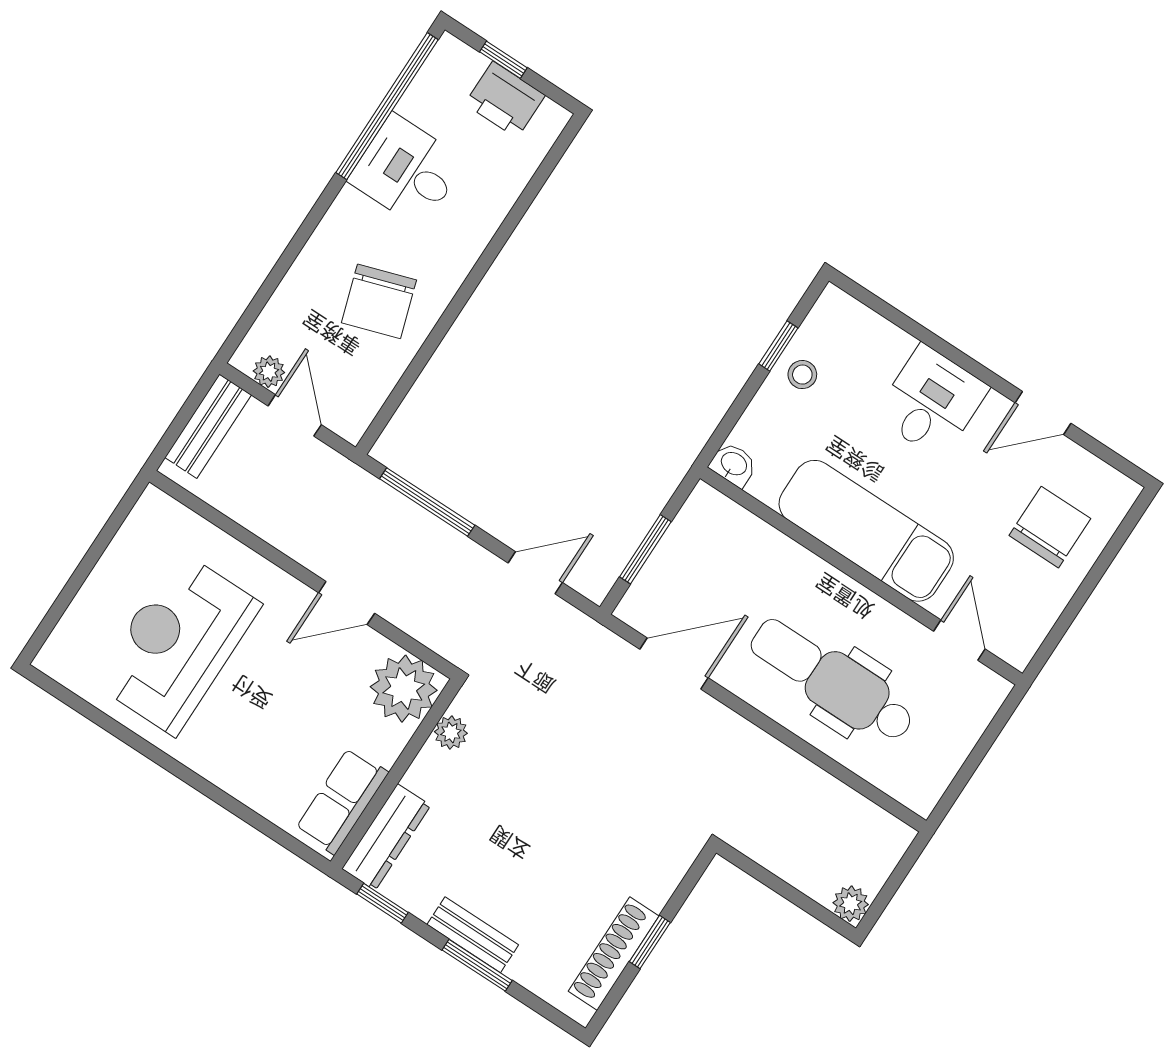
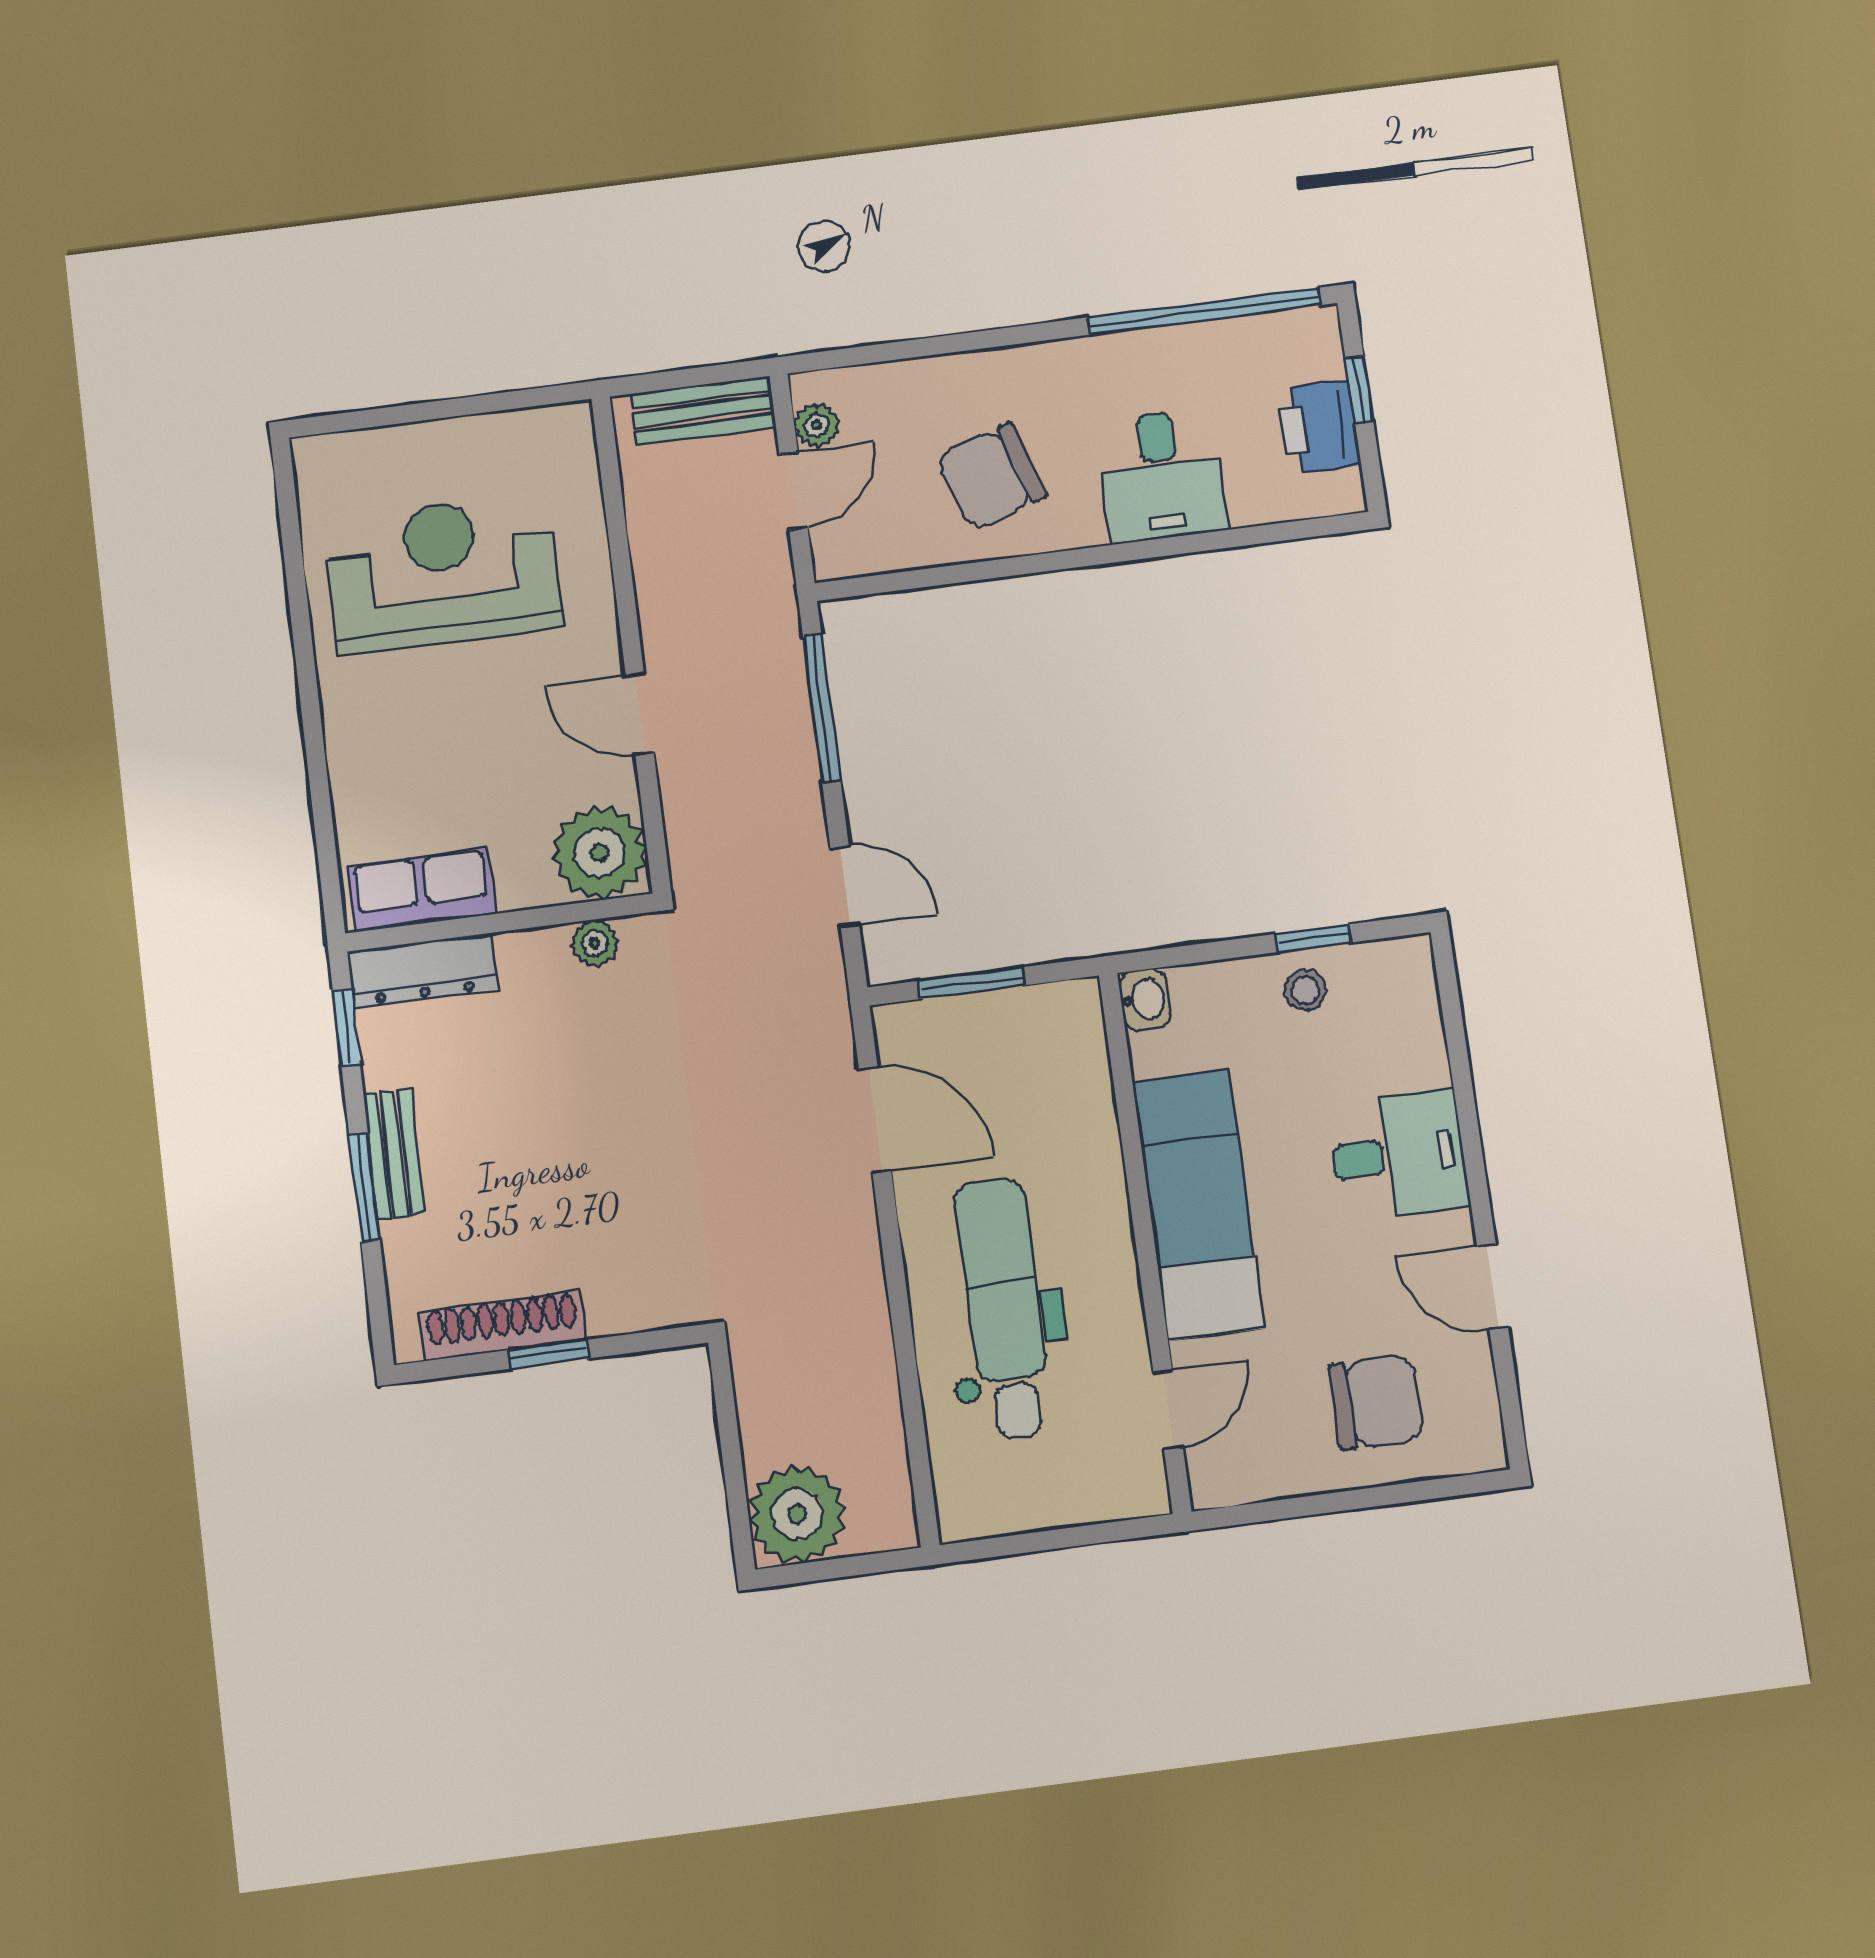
desk: (407, 171) -> (1161, 475), moved, turned 180
plant: (851, 904) -> (797, 1514), width x1.87, depth x1.87

